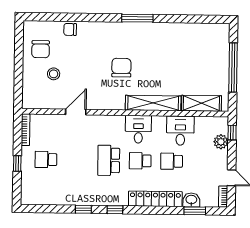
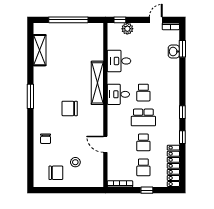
chair: (70, 29) -> (46, 139), moved
shelving: (201, 103) -> (40, 50), moved
school desk: (172, 161) -> (143, 142), moved
locker: (155, 199) -> (173, 166), moved

